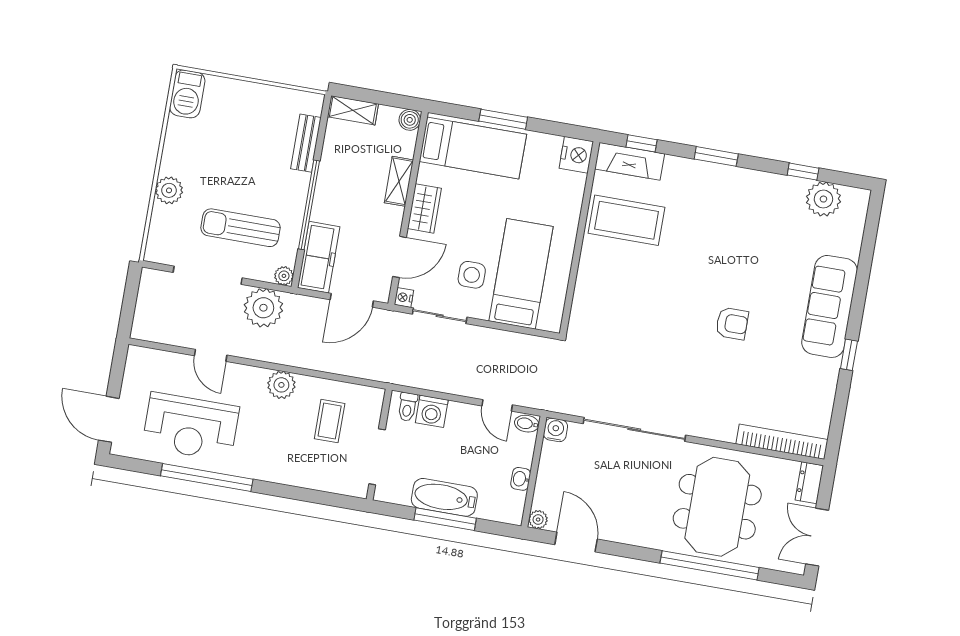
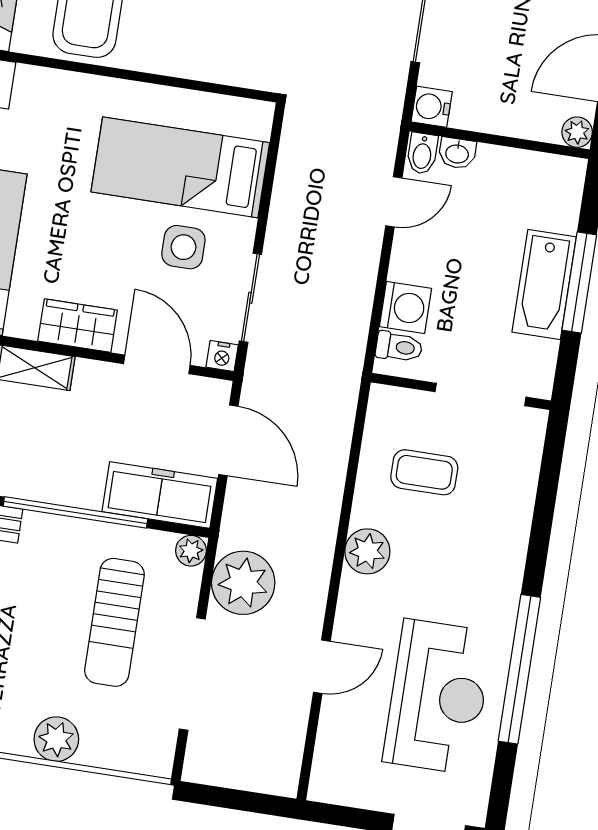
washbasin: (521, 479) -> (457, 153), moved

